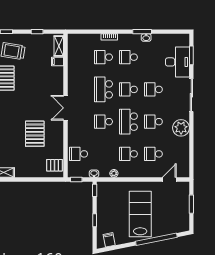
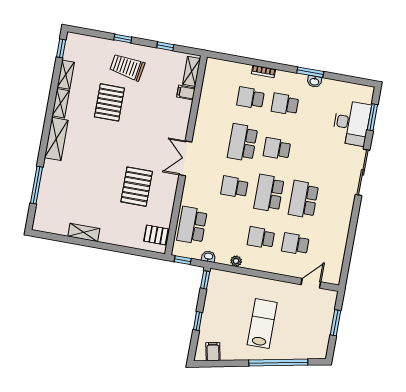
school desk: (153, 89) -> (311, 155), removed
school desk: (153, 122) -> (303, 199), width x1.85
plant: (181, 128) -> (340, 215), removed
school desk: (79, 154) -> (192, 225), width x1.85
lab bench: (140, 214) -> (262, 324), width x0.73, depth x0.72

